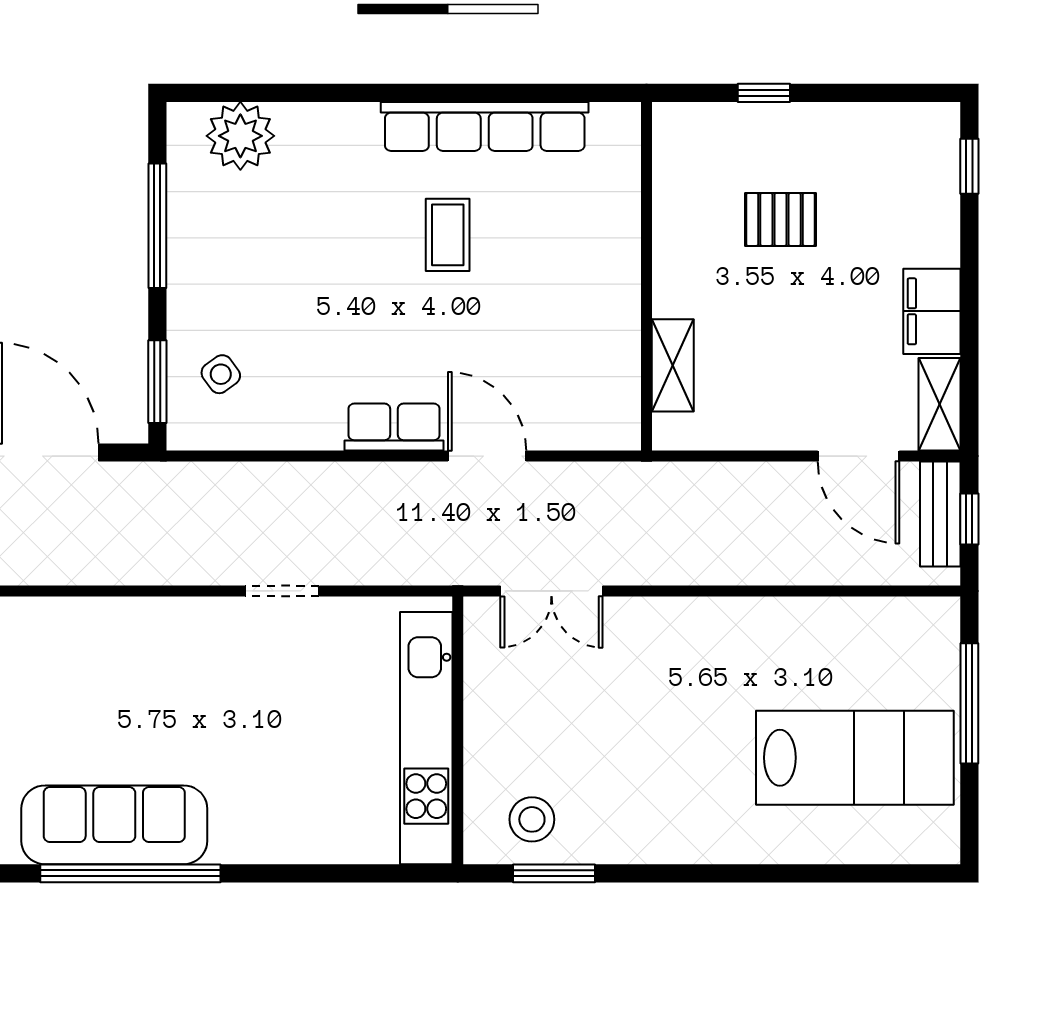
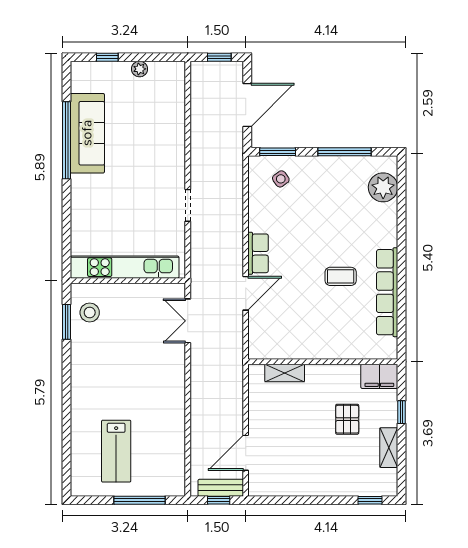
filing cabinet: (932, 311) -> (379, 376), moved, turned 180
shelving: (939, 404) -> (389, 448), moved, turned 90
lab bench: (855, 758) -> (116, 451), width x0.73, depth x0.72

